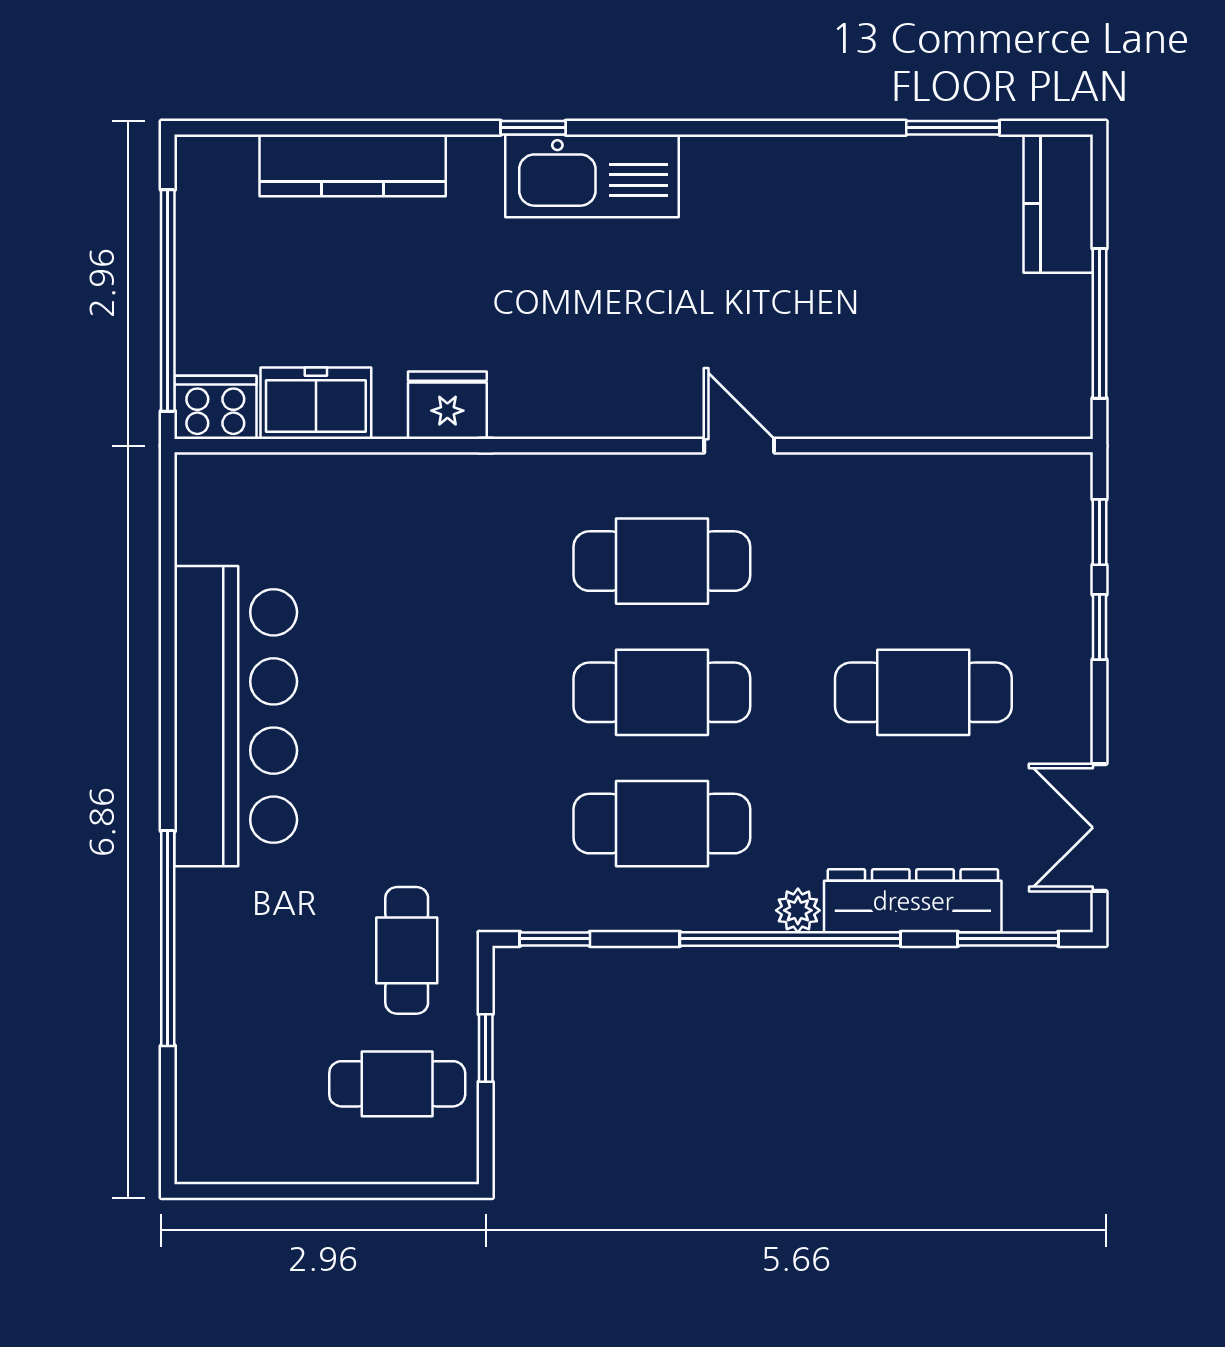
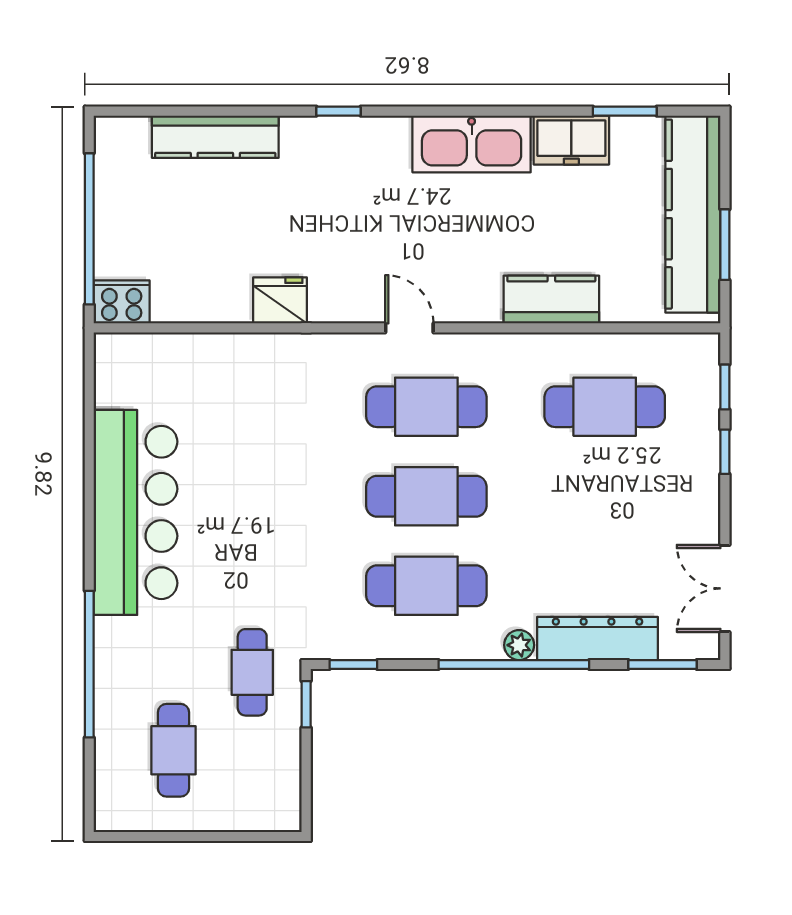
kitchen sink: (592, 176) -> (472, 144), moved
kitchen counter: (1058, 204) -> (693, 214), width x2.08, depth x1.17
window: (1100, 323) -> (725, 245), width x0.69
freezer: (316, 403) -> (571, 140), moved, turned 180
kitchen counter: (845, 404) -> (551, 300), added
door: (739, 446) -> (409, 328), moved
cafe table: (923, 692) -> (605, 407), moved
window: (486, 1048) -> (306, 704), moved
cafe table: (397, 1084) -> (174, 750), moved, turned 90

